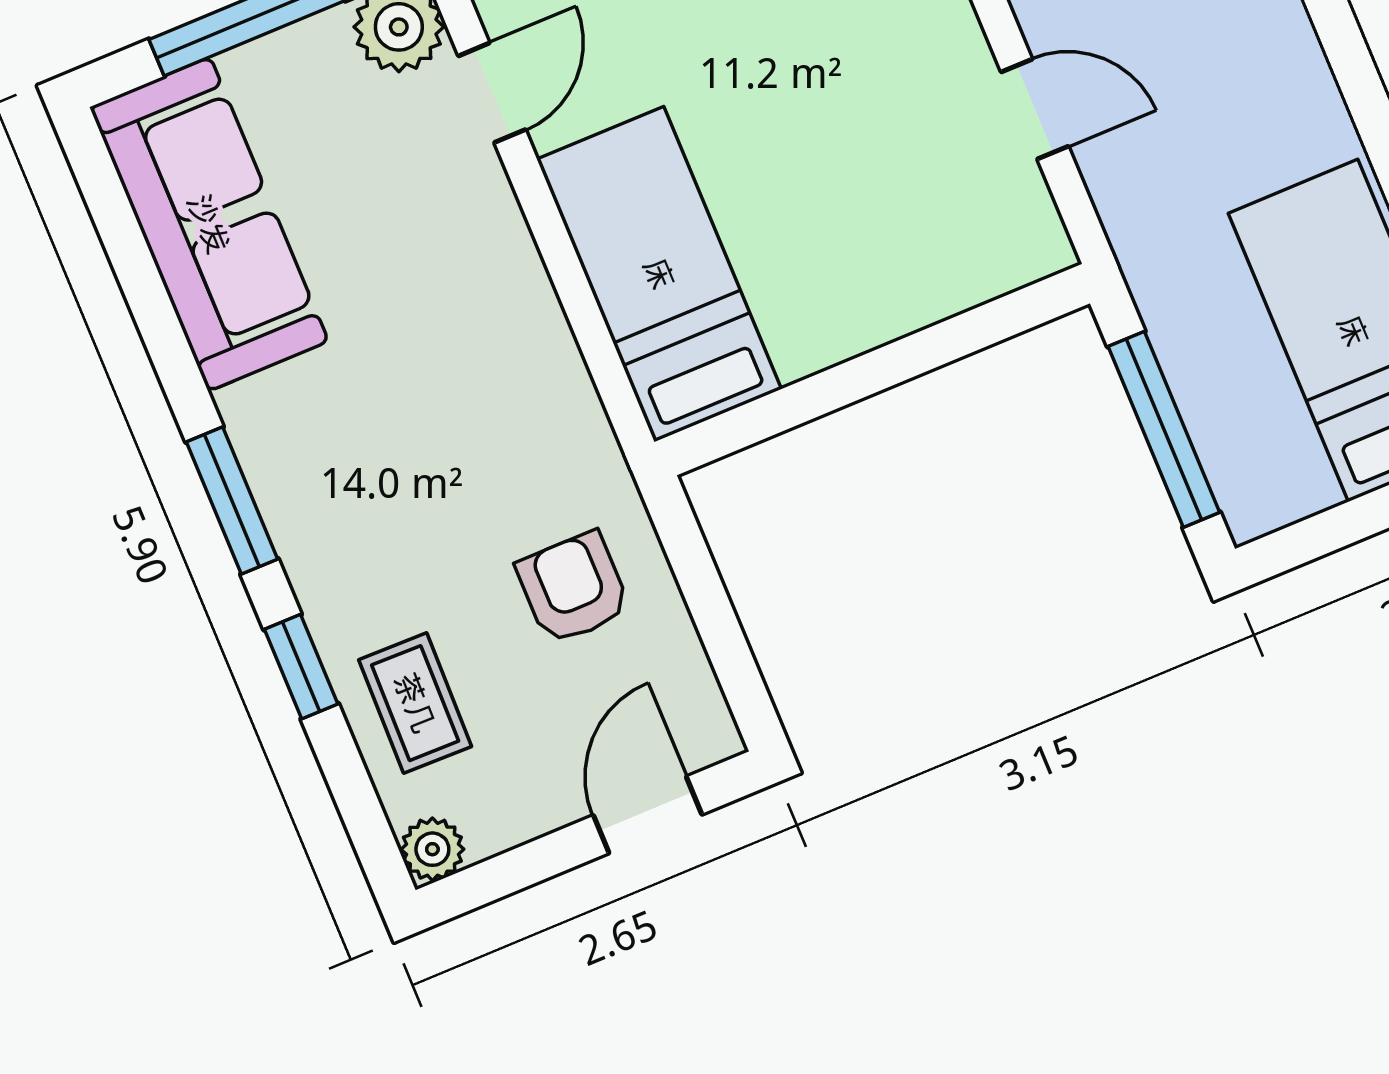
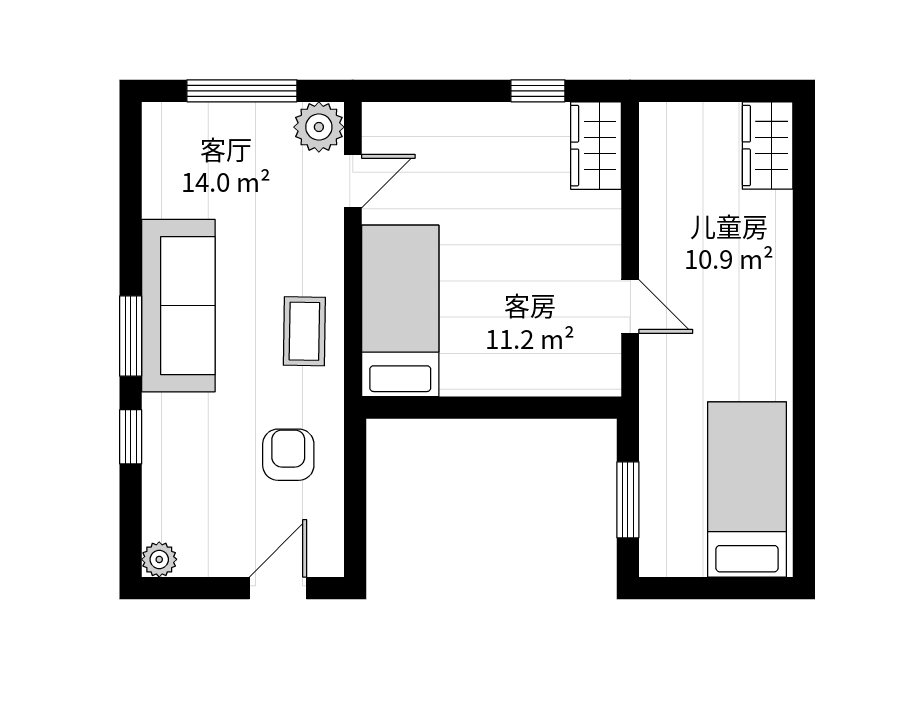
sofa: (209, 224) -> (178, 306), moved
window: (1164, 429) -> (628, 500), width x0.69
coffee table: (415, 703) -> (304, 331), moved

